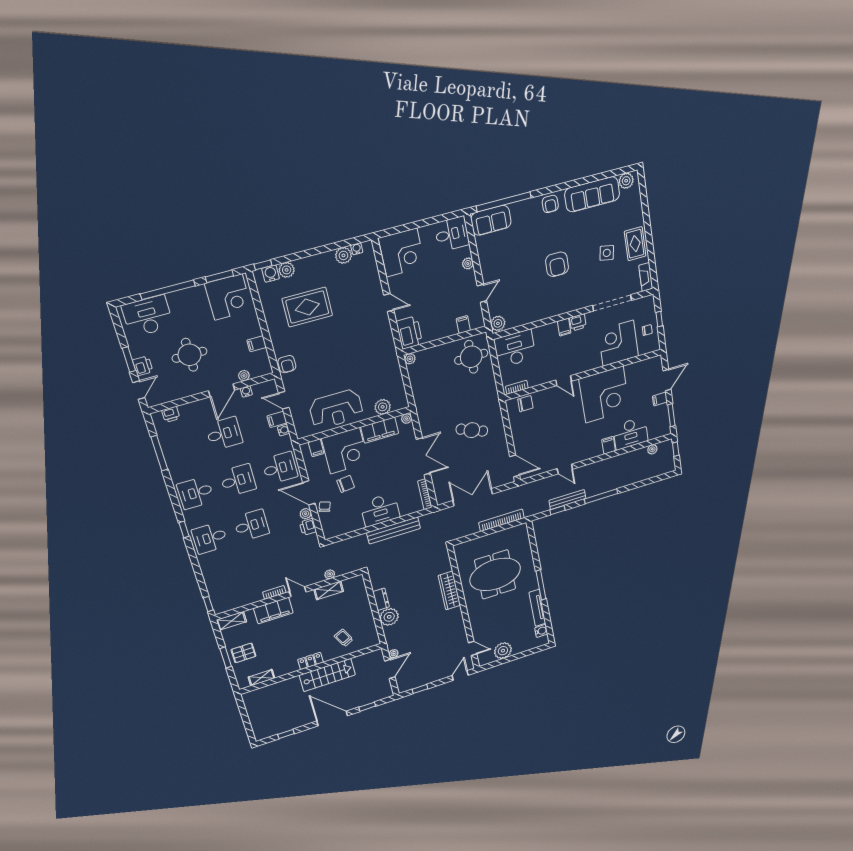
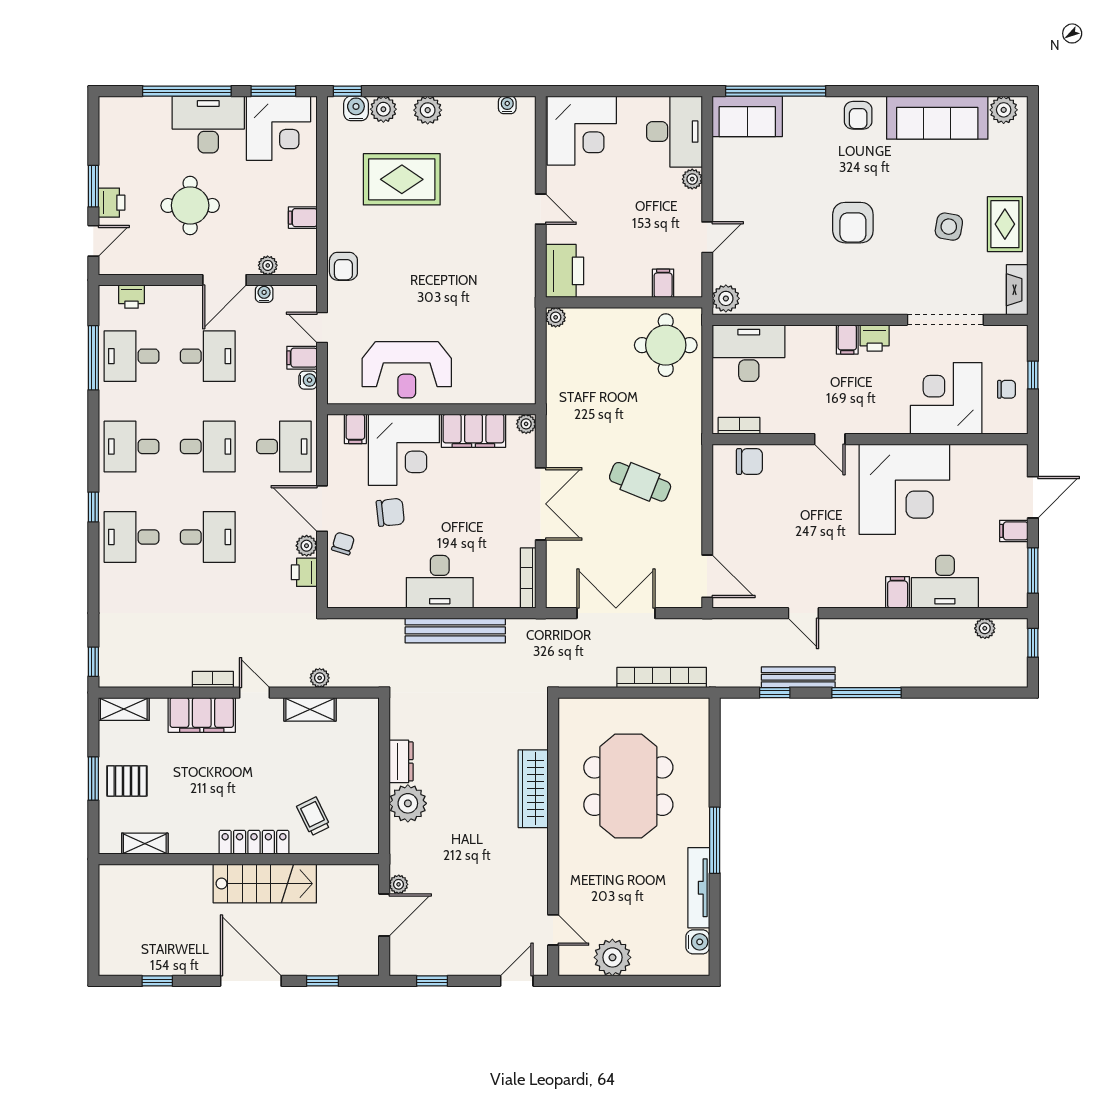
desk: (452, 234) -> (674, 132), width x1.37
plant: (343, 255) -> (428, 110), moved
desk: (148, 316) -> (208, 124), moved
plant: (383, 407) -> (488, 390), removed
desk: (181, 446) -> (132, 356), added
meeting table: (495, 574) -> (628, 786), turned 90
locker: (311, 661) -> (254, 842), width x1.53

